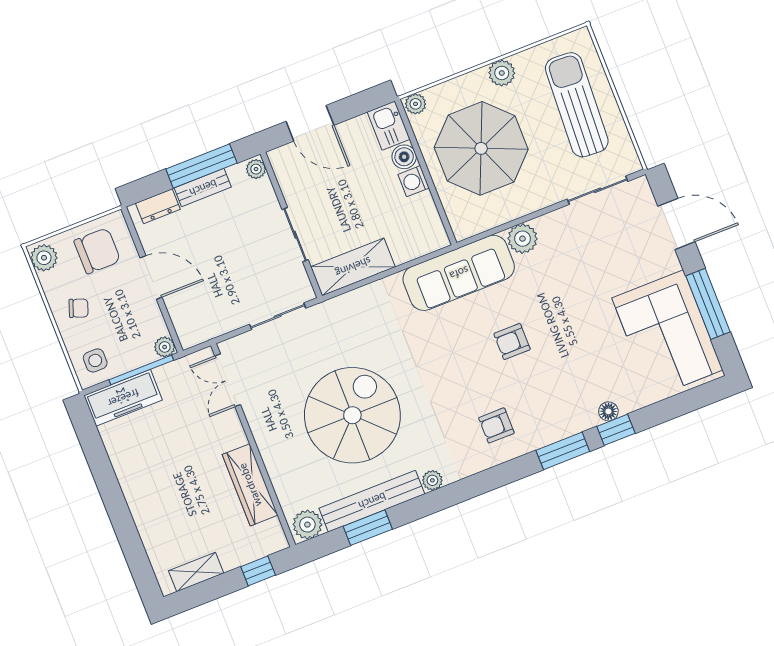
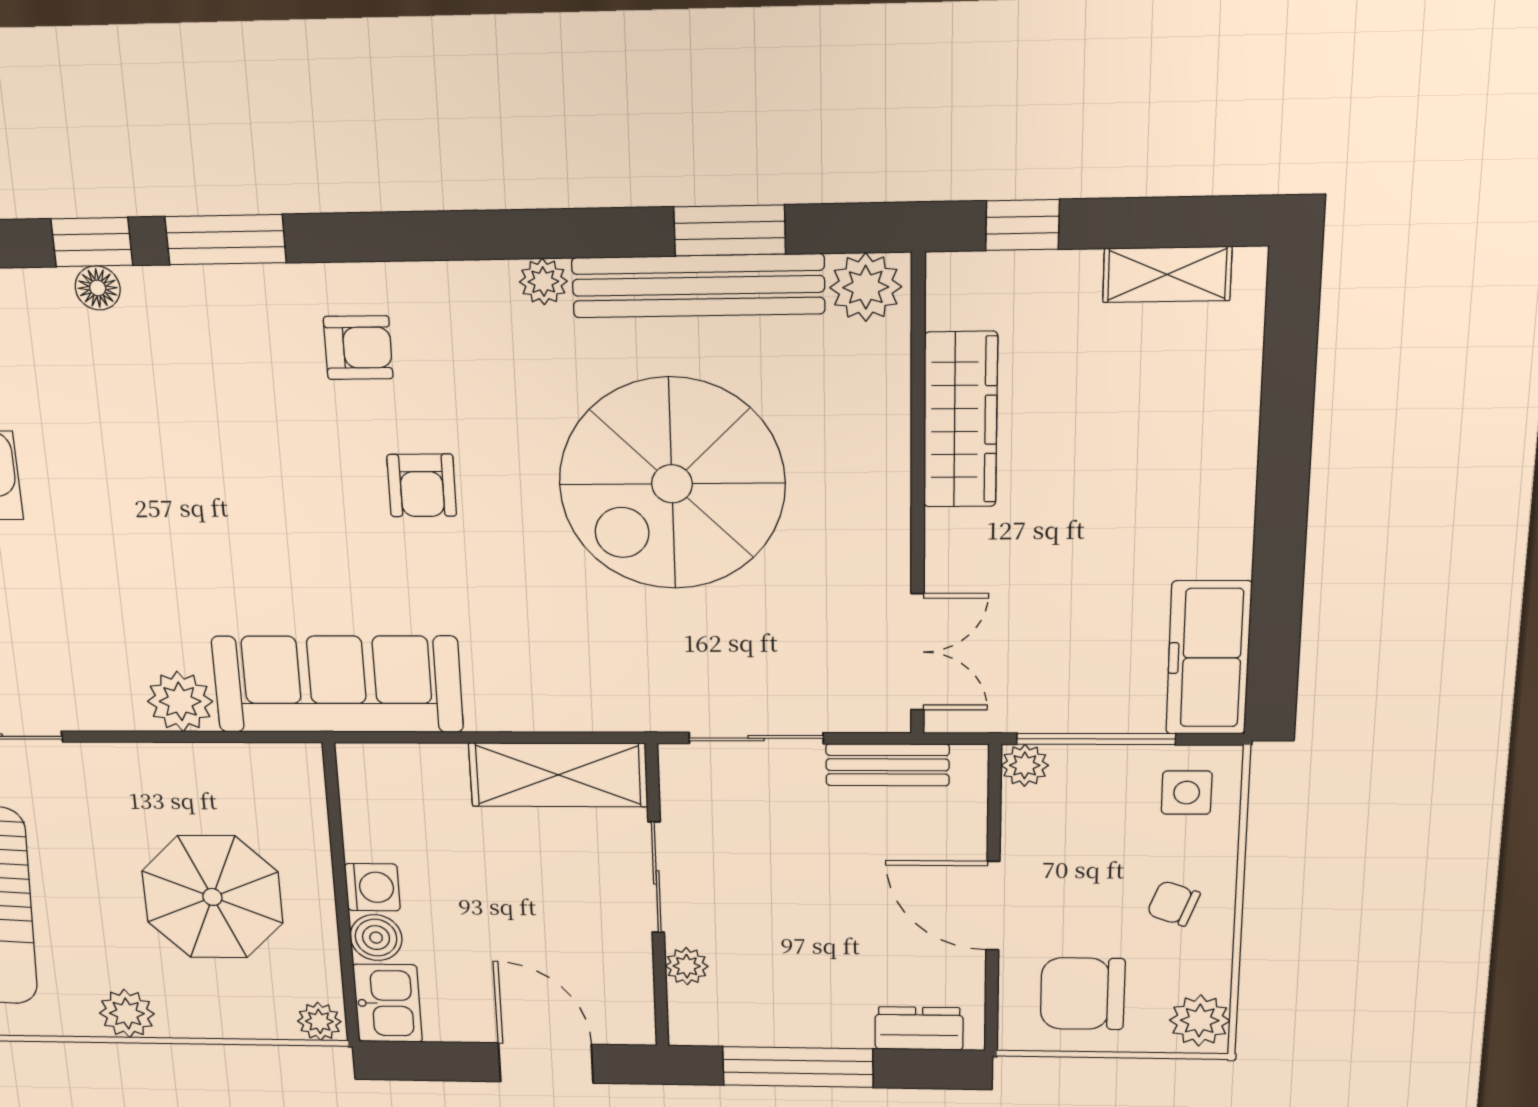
parasol: (481, 148) -> (212, 897), width x0.73, depth x0.73
plant: (256, 169) -> (687, 966), moved
bench: (203, 188) -> (887, 765), moved
armchair: (512, 342) -> (422, 485), moved, turned 90
freezer: (123, 398) -> (1209, 658), moved, turned -90

